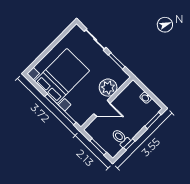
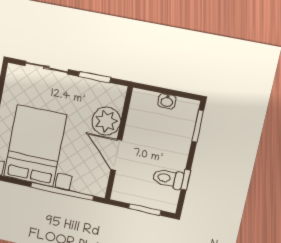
door: (102, 108) -> (116, 155), swing flipped

